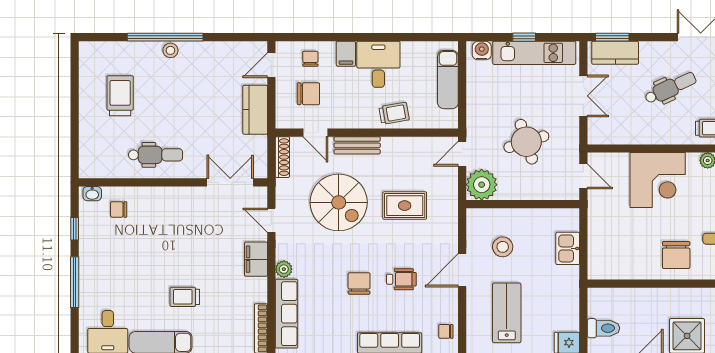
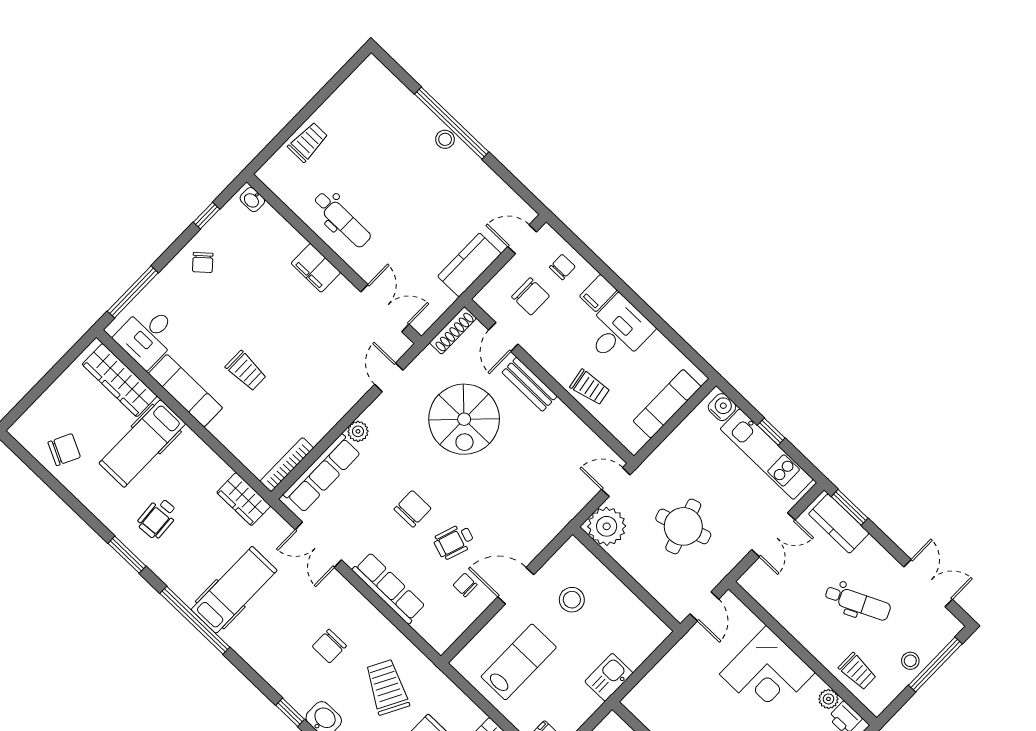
trolley: (120, 96) -> (308, 142), moved, width x0.73, depth x0.72
rug: (405, 206) -> (520, 479), removed
chair: (119, 209) -> (203, 263), moved, turned -131
kitchen sink: (568, 248) -> (609, 677), moved
filing cabinet: (256, 259) -> (316, 268), moved, turned -90
wheelchair: (401, 279) -> (454, 541), turned 109
window: (75, 282) -> (133, 292), moved
trolley: (185, 297) -> (246, 371), turned 180
chair: (446, 331) -> (465, 585), moved

